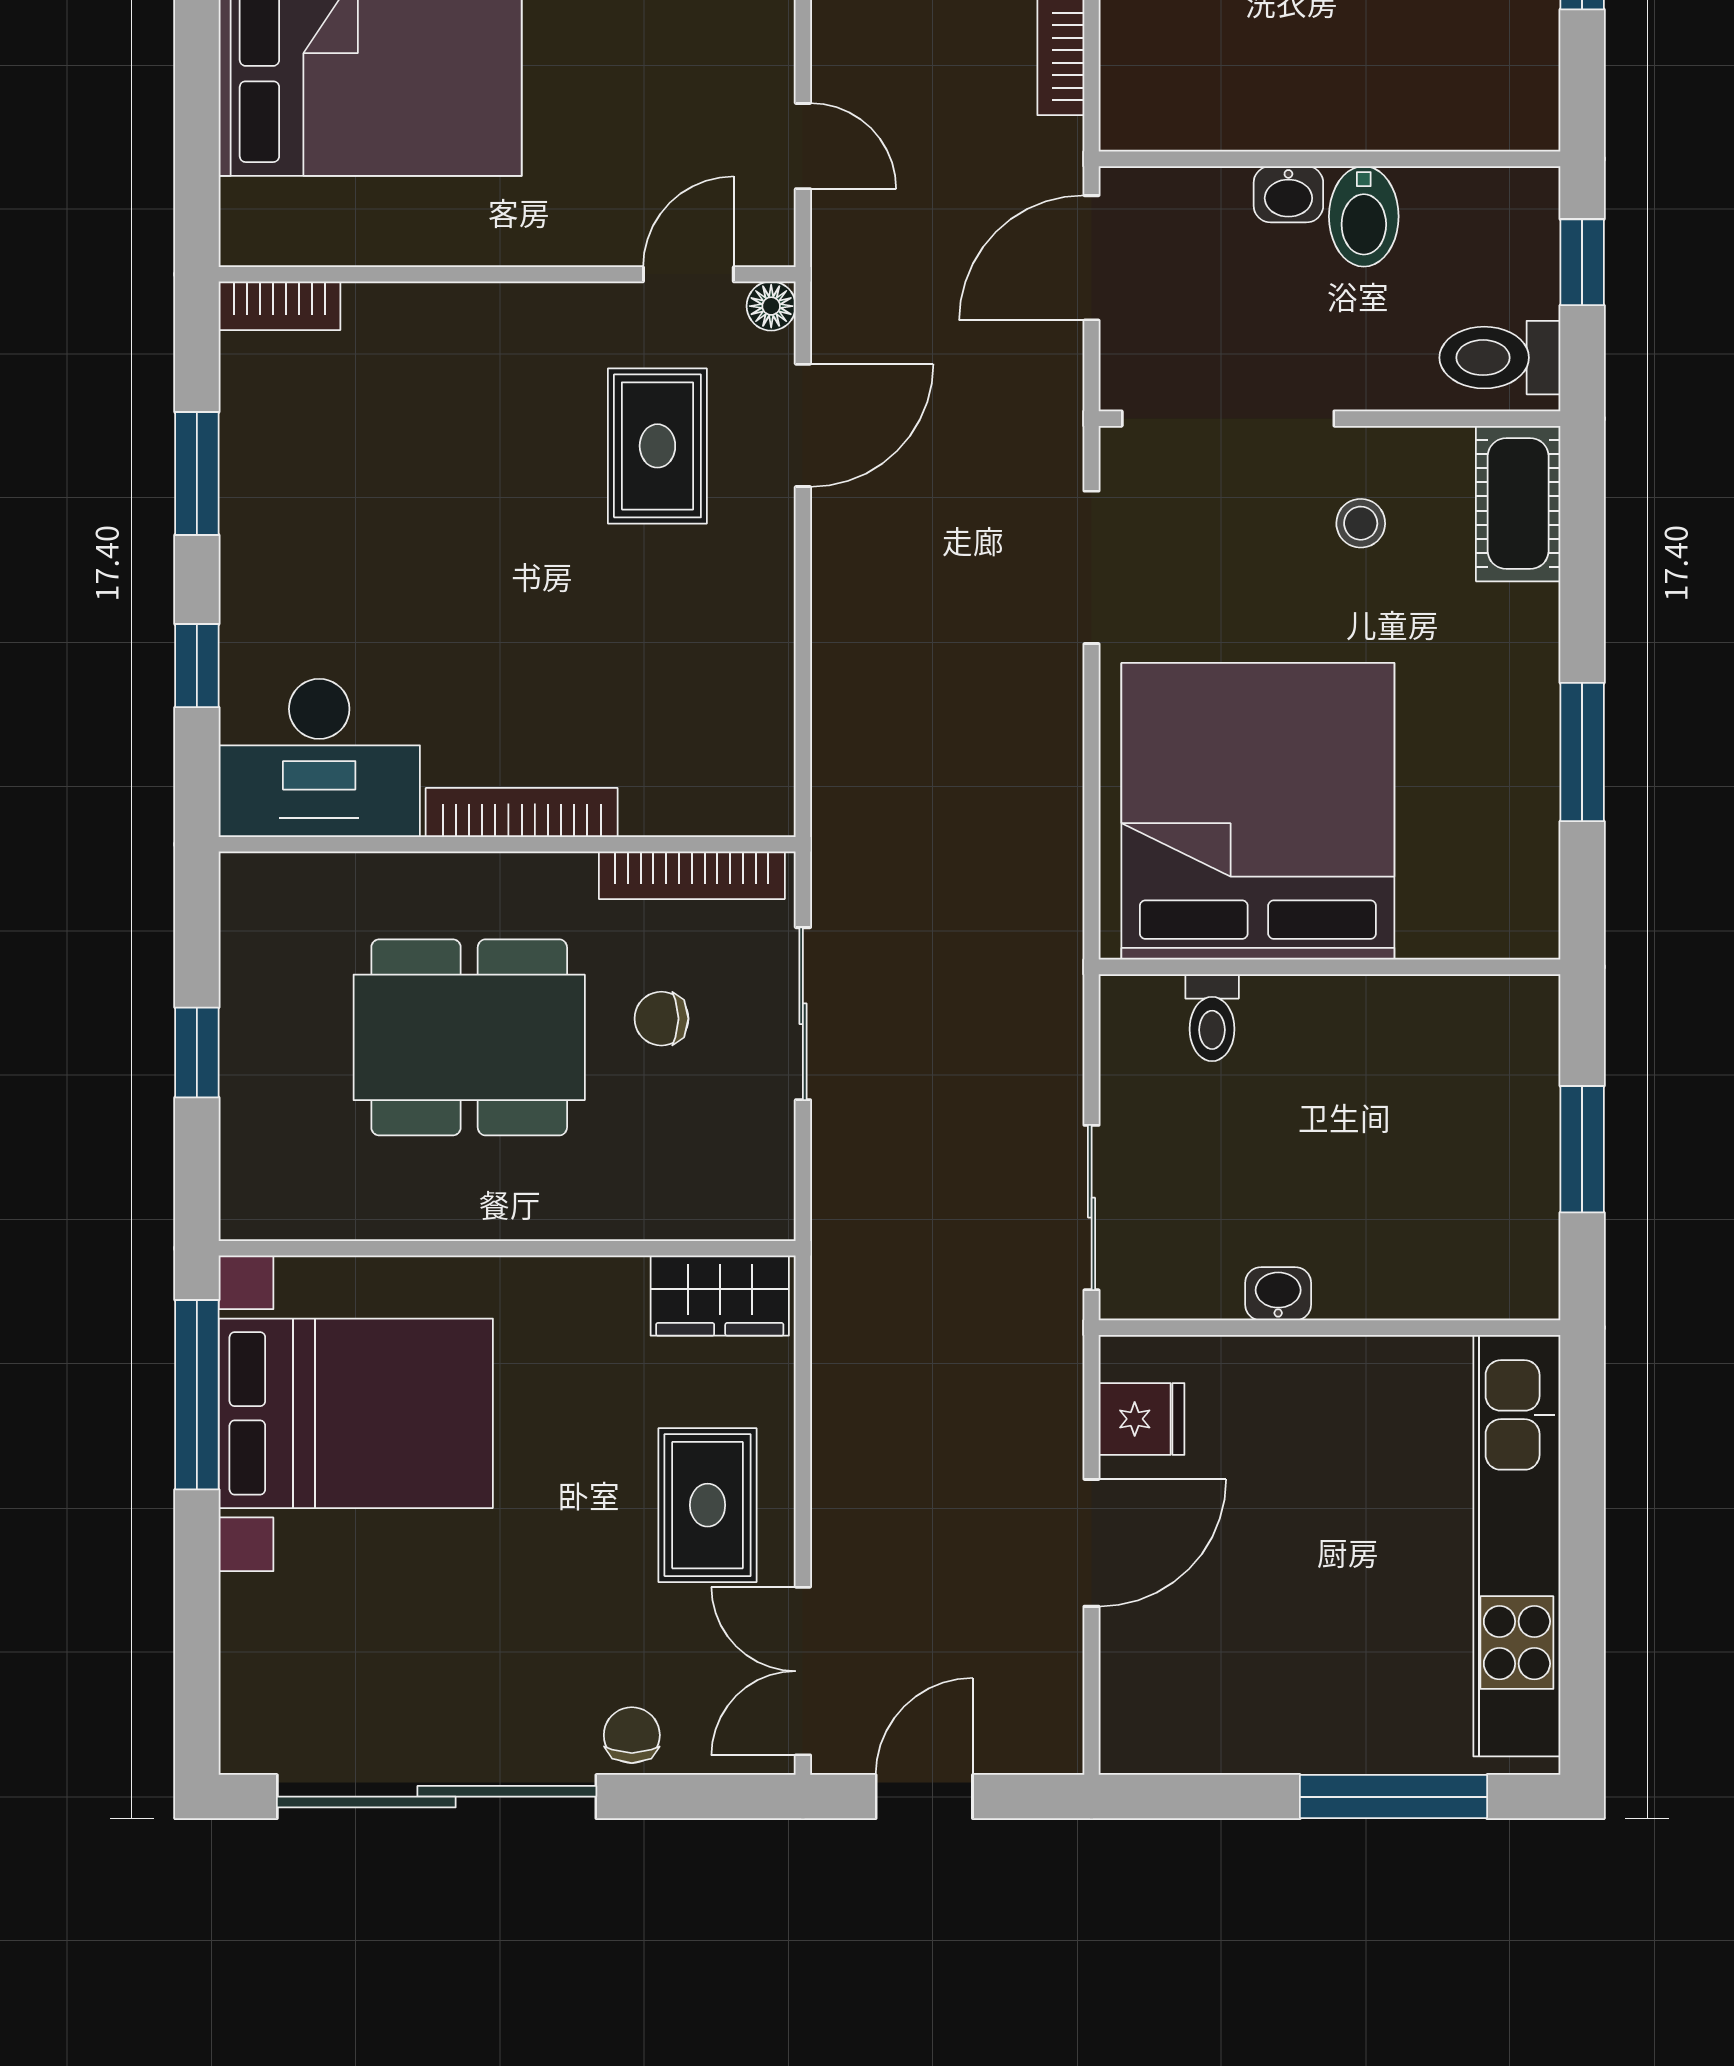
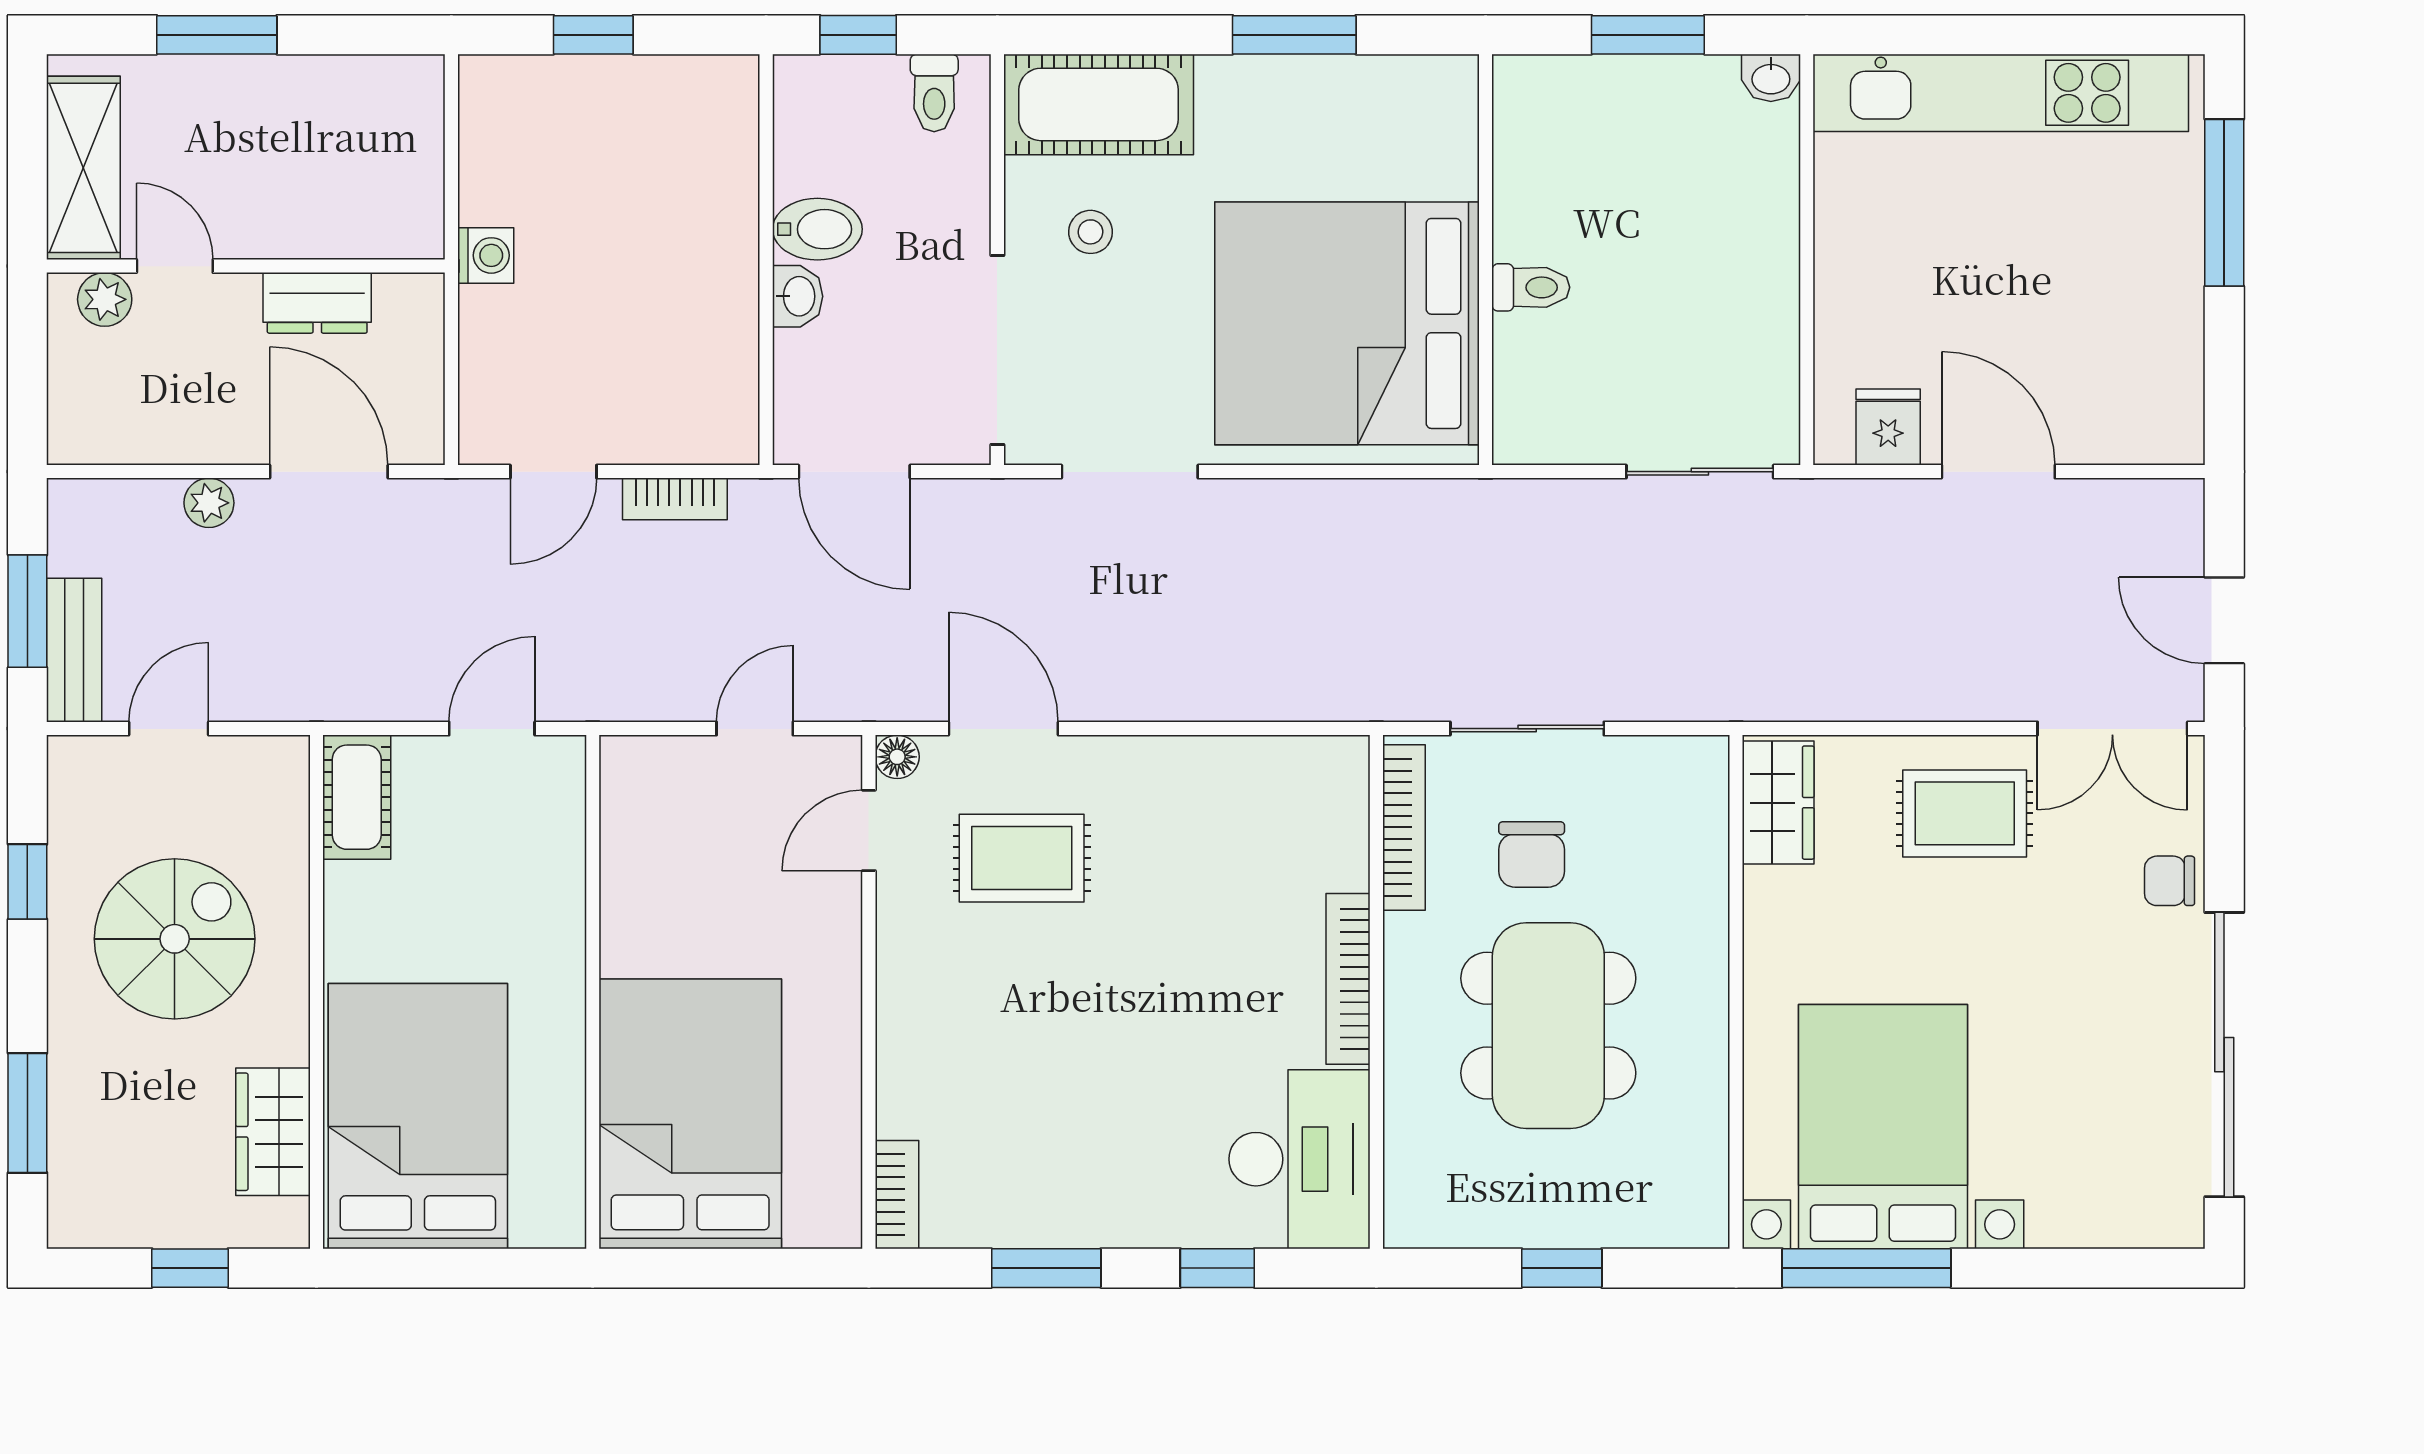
door: (688, 274) -> (869, 830), hinge flipped
toilet: (1500, 358) -> (934, 93), width x0.73, depth x0.72
cot: (1518, 504) -> (1099, 104), width x1.37, depth x1.34
toilet: (1212, 1018) -> (1531, 287), moved
chair: (661, 1019) -> (1532, 854), width x1.37, depth x1.37
washbasin: (1278, 1294) -> (1771, 78), moved, turned -90

